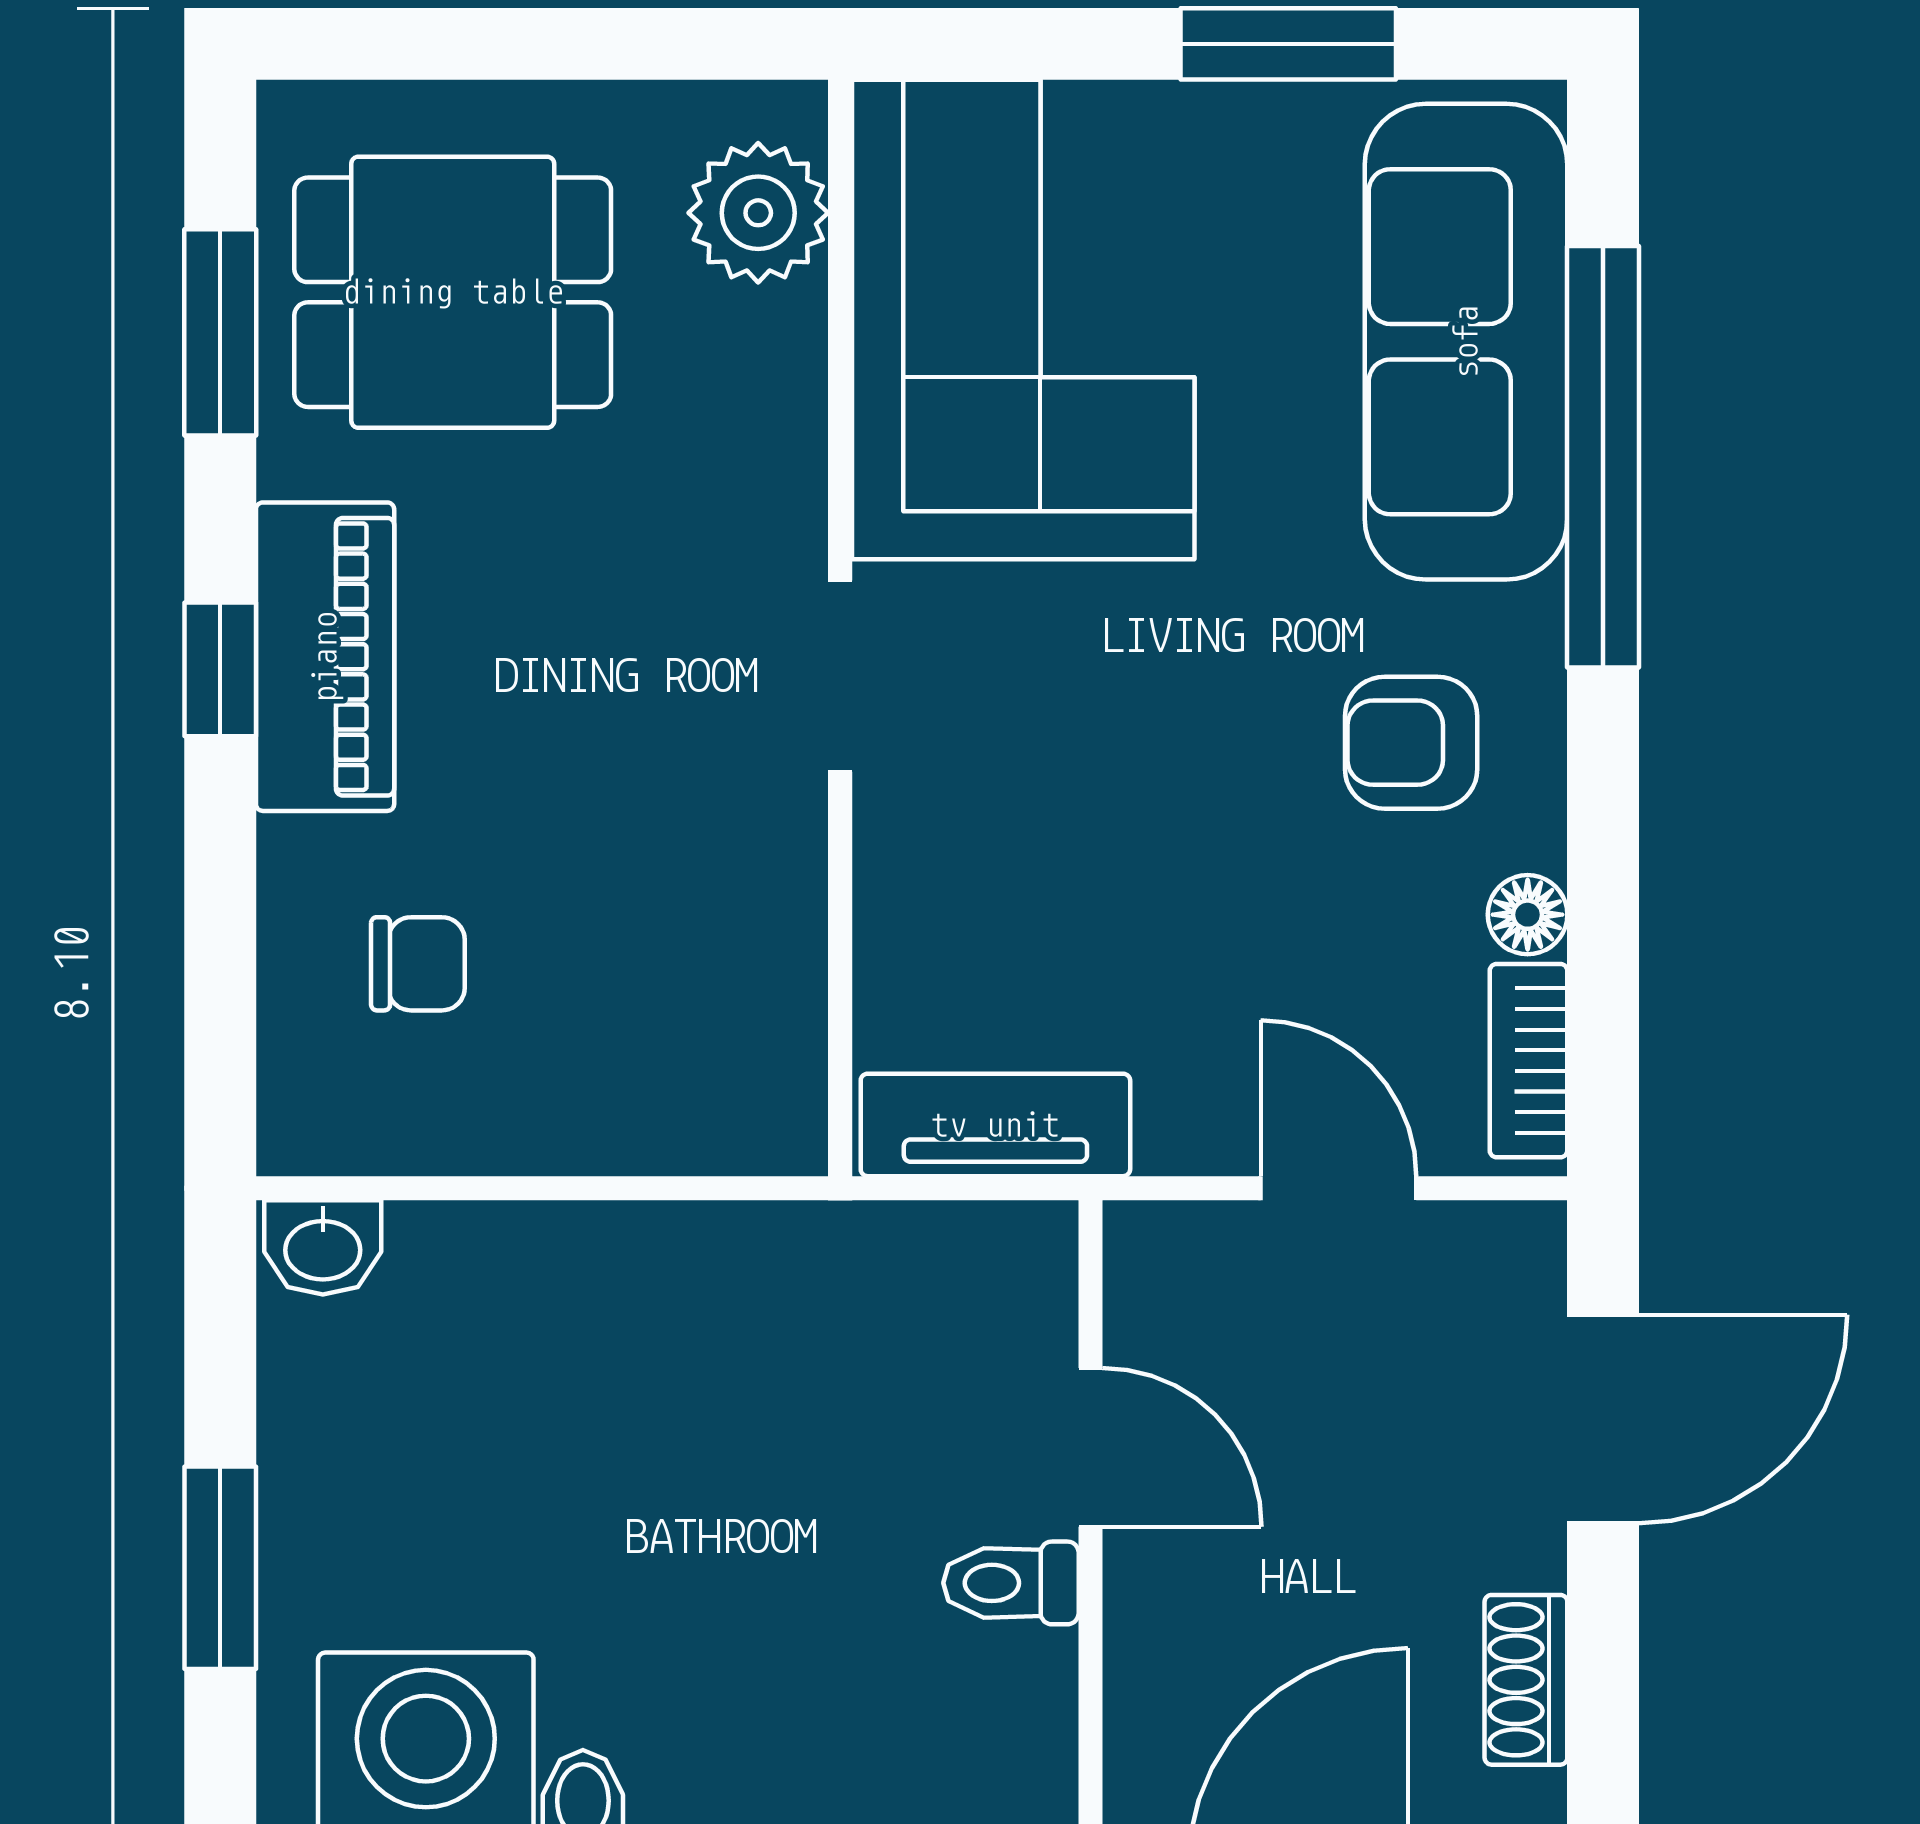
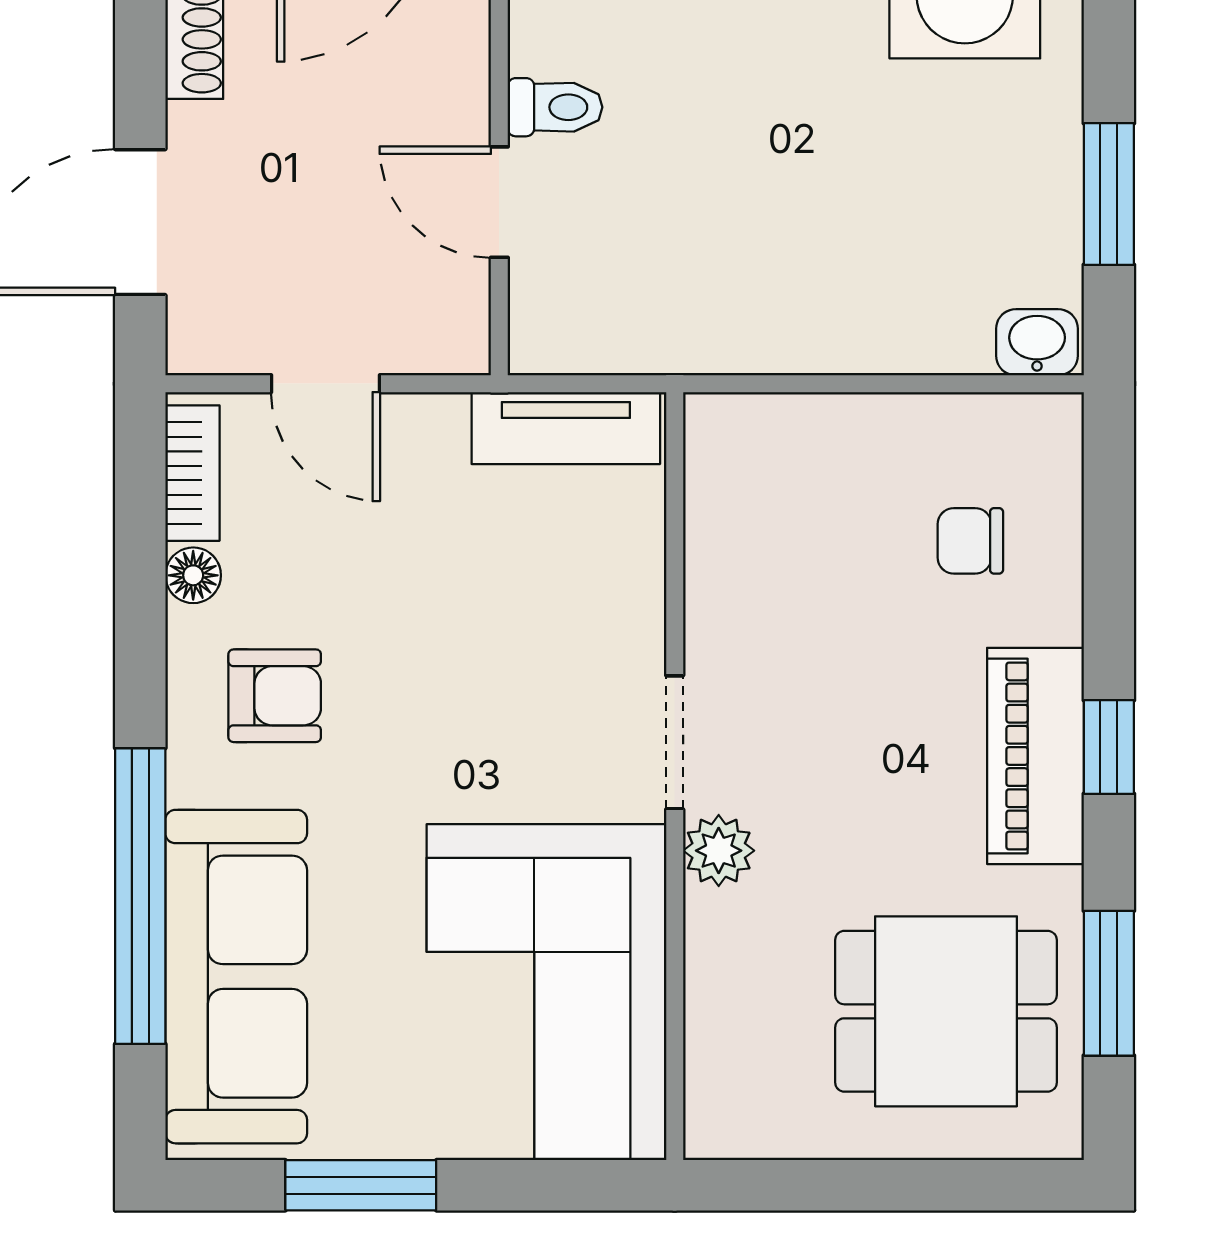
plant: (758, 213) -> (719, 851), moved, width x0.73, depth x0.73
window: (220, 1568) -> (1109, 194), moved

